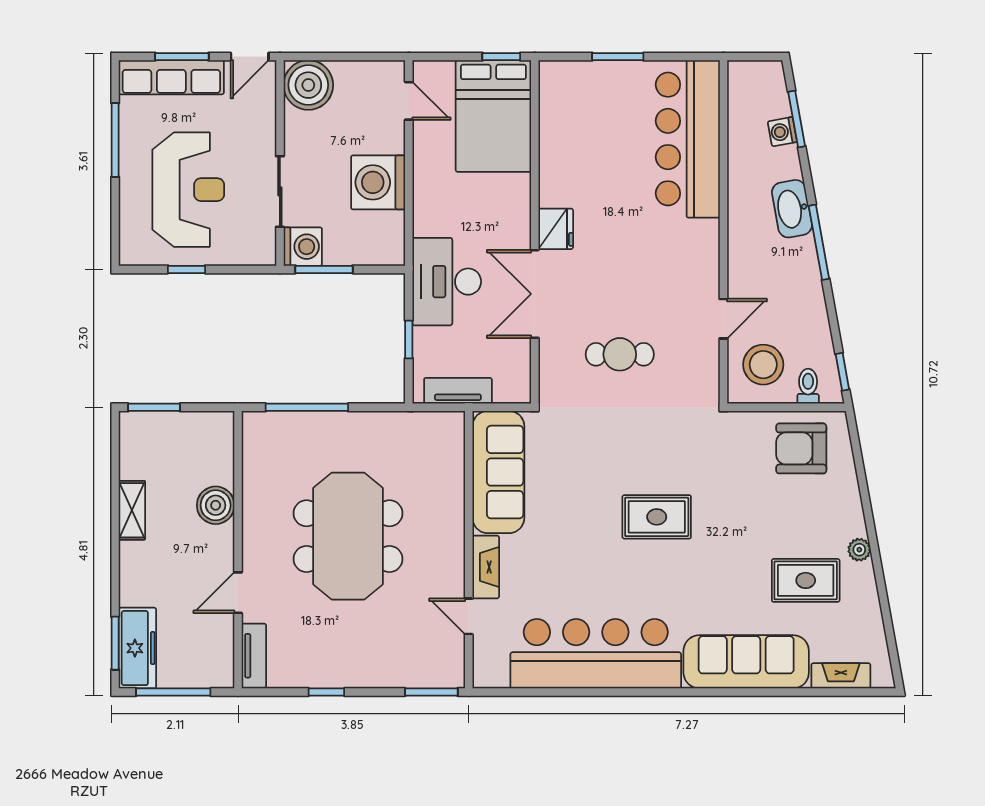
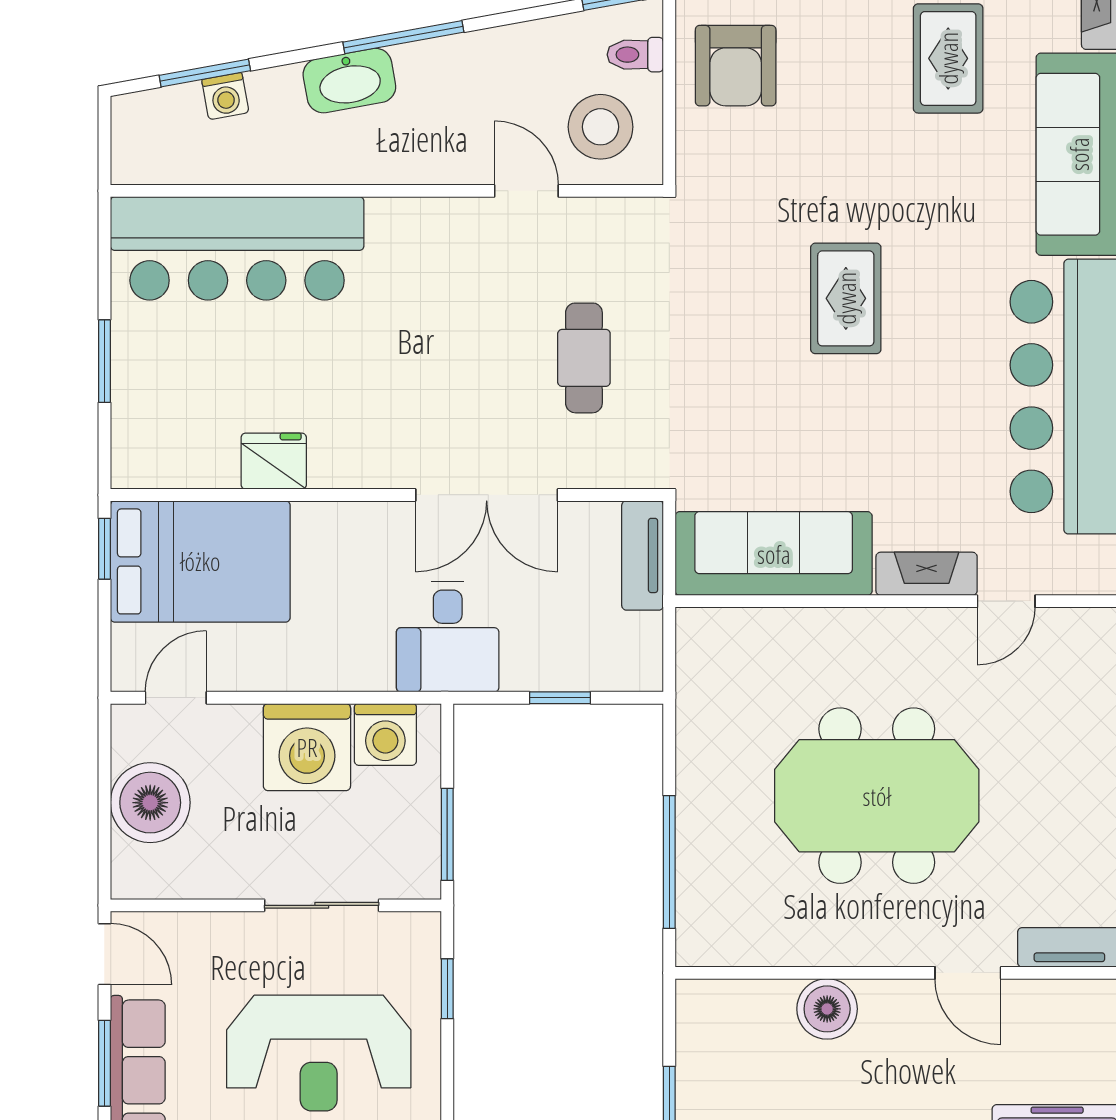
boiler: (308, 85) -> (150, 803), moved
reception desk: (188, 190) -> (319, 1053), turned 180
fridge: (556, 229) -> (274, 461), moved
washing machine: (303, 247) -> (385, 735), moved, turned 180
window: (187, 269) -> (447, 989), moved
desk: (447, 282) -> (448, 637), width x0.73
tv unit: (458, 391) -> (643, 555), moved

